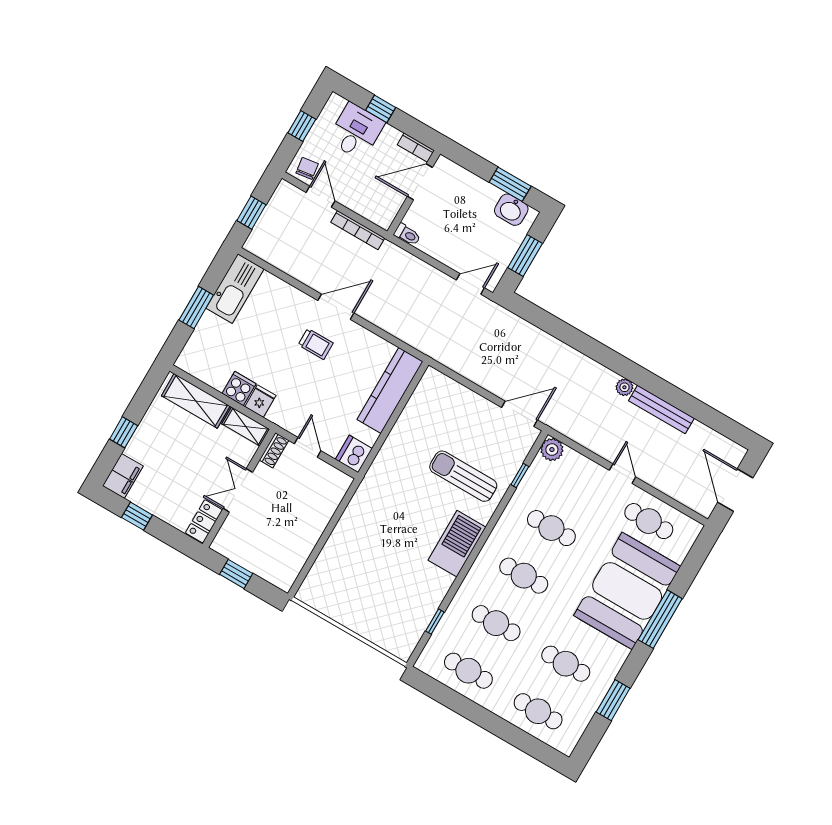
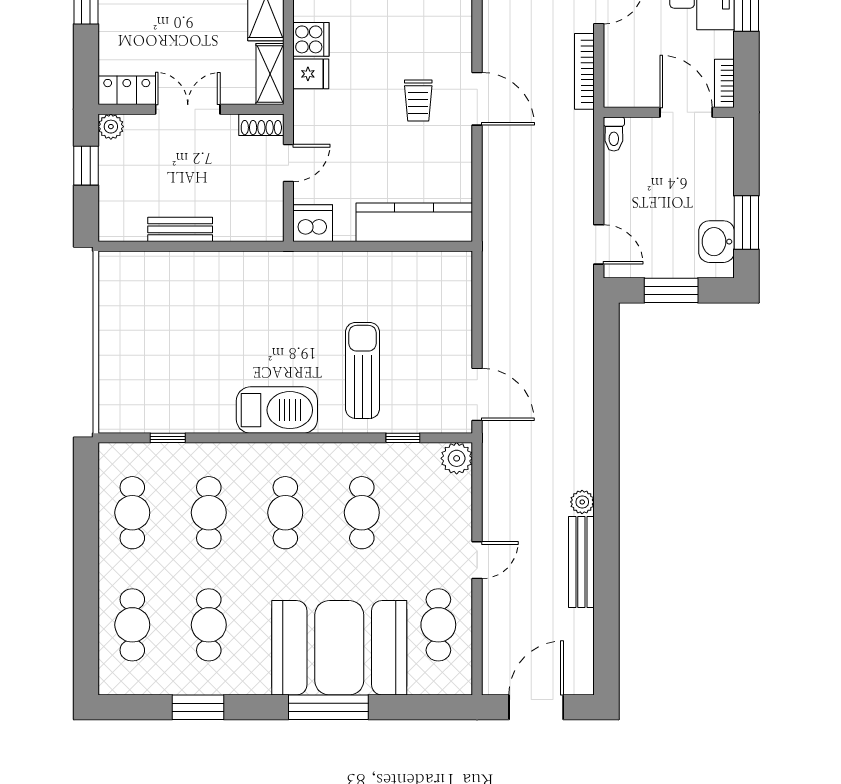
bench: (310, 538) -> (180, 229), added
plant: (221, 544) -> (111, 127), added

